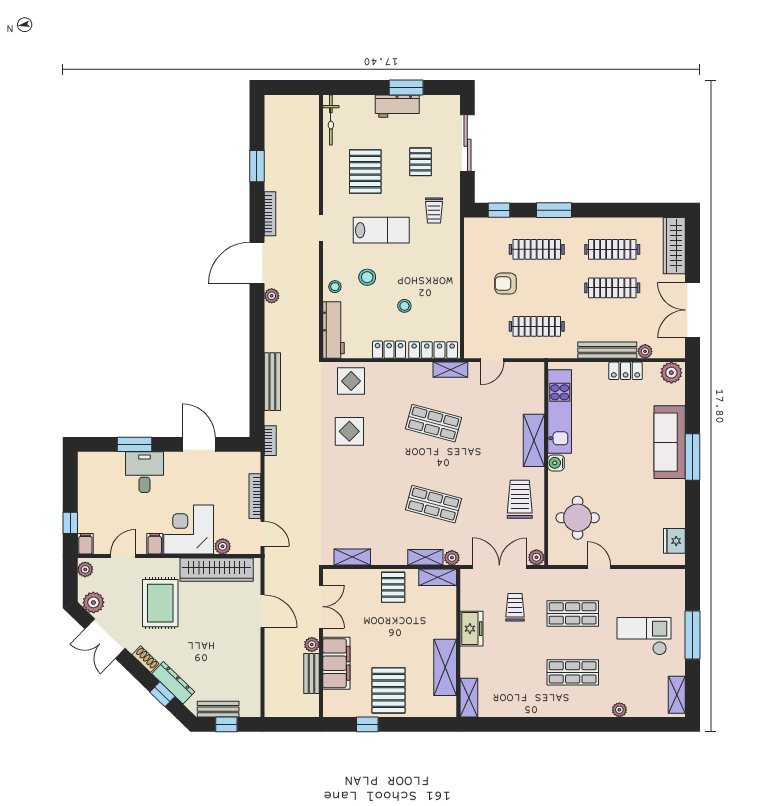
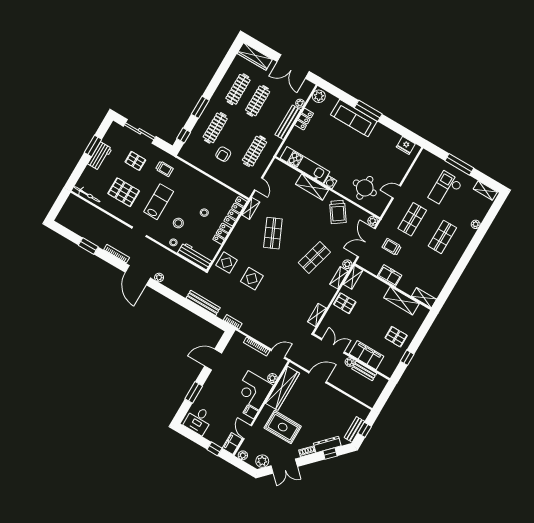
shop shelf: (434, 423) -> (273, 233), turned -39
desk: (144, 472) -> (198, 420), moved, turned -90
trolley: (520, 499) -> (338, 212), turned -125
filing cabinet: (85, 544) -> (232, 444), width x2.00
pallet: (388, 690) -> (396, 337), width x0.67, depth x0.71

